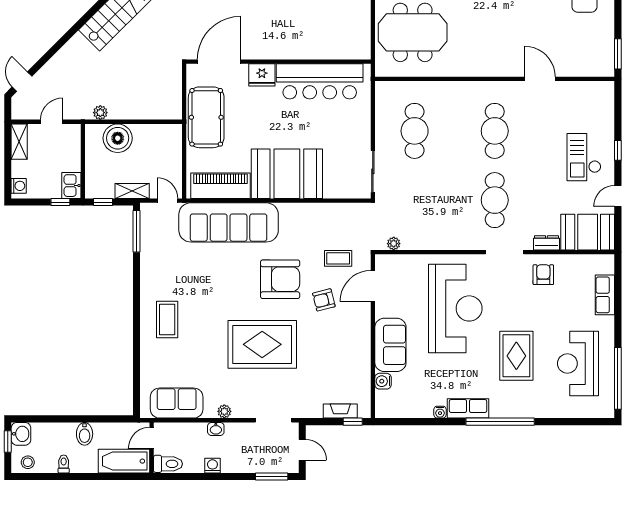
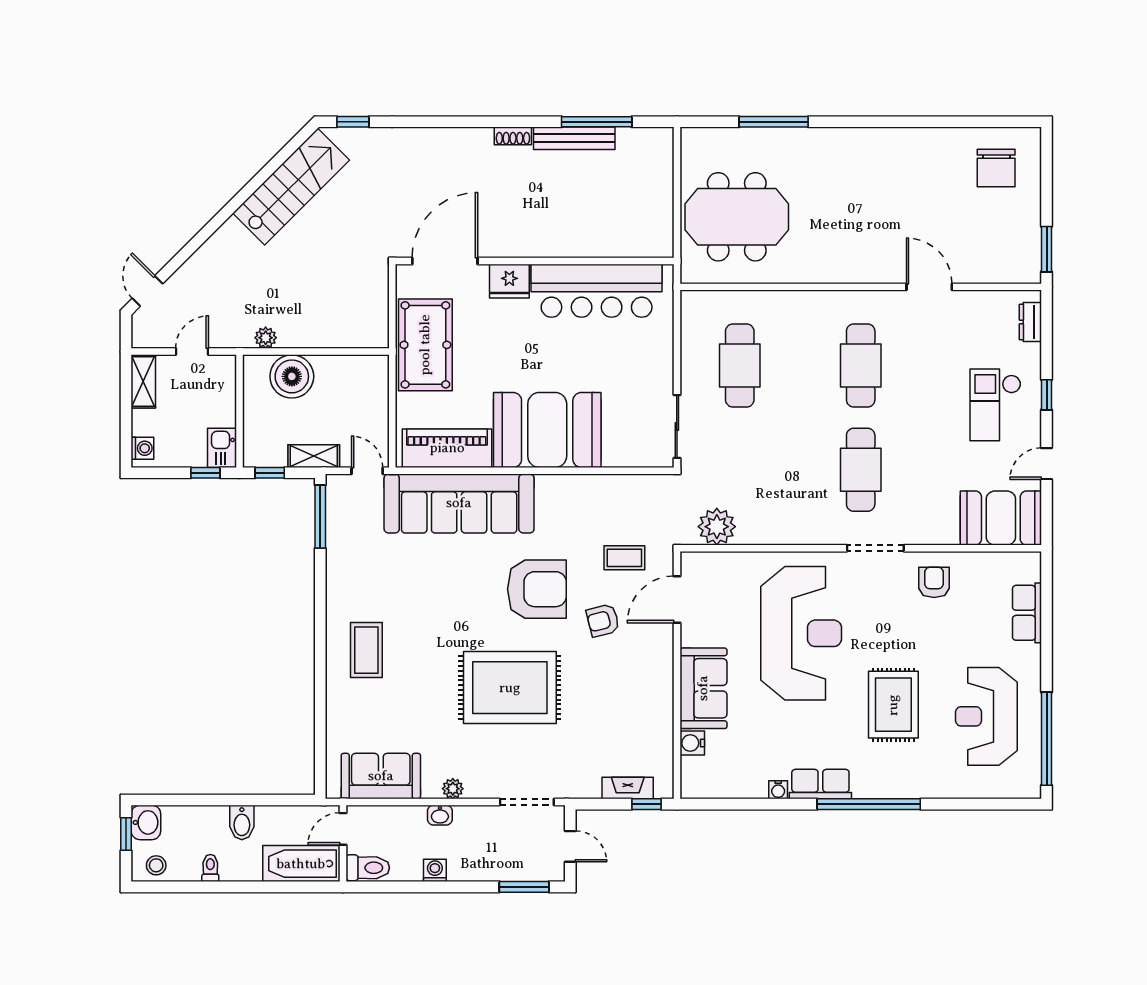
dresser: (546, 243) -> (1030, 322), moved, turned -90
plant: (394, 244) -> (717, 527), width x1.88, depth x1.88

